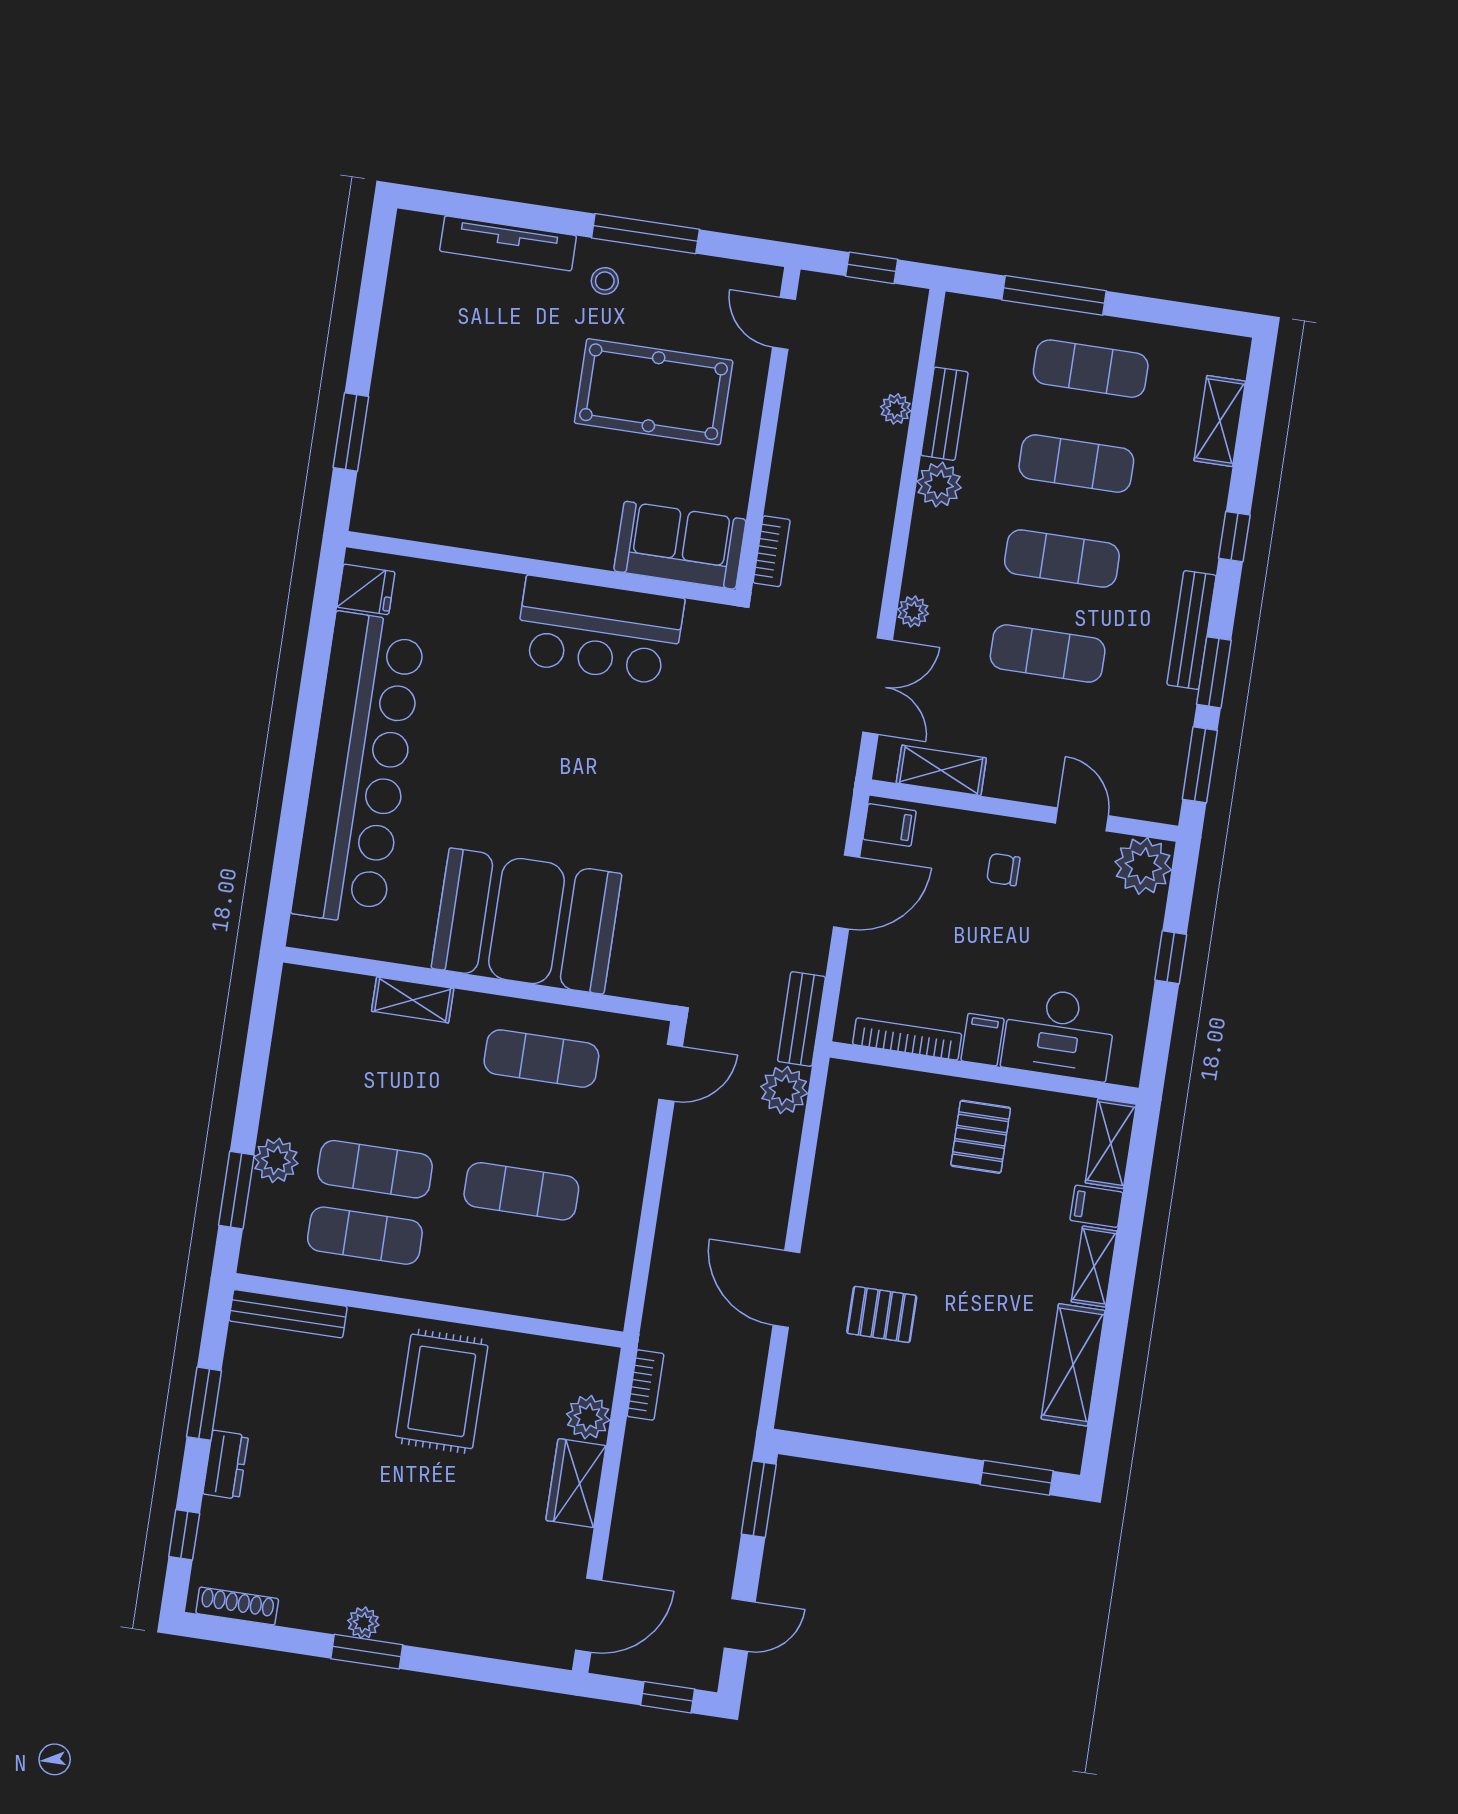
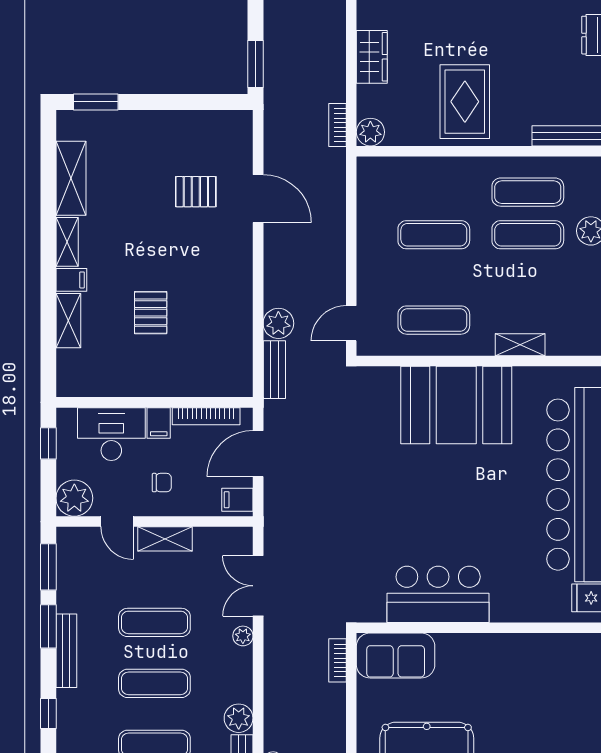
shelving: (941, 770) -> (165, 539), moved
desk: (1059, 1033) -> (111, 434), moved
bookcase: (907, 1039) -> (206, 416), moved
filing cabinet: (983, 1040) -> (159, 423), moved
wall: (984, 1073) -> (154, 402), moved
plant: (588, 1417) -> (370, 132), moved

